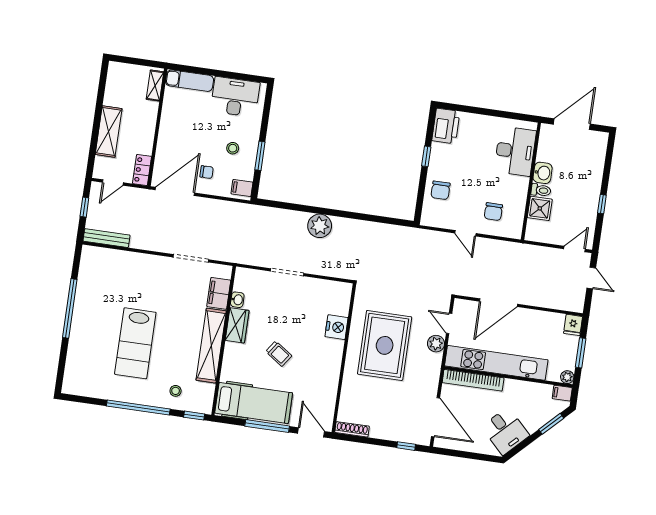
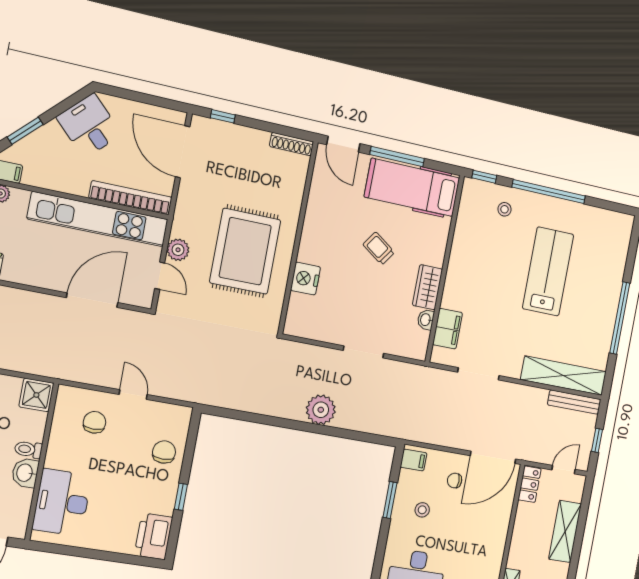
shower: (540, 208) -> (36, 395), moved
shelving: (211, 346) -> (564, 376), moved, turned 90

